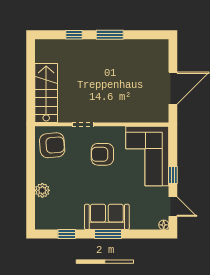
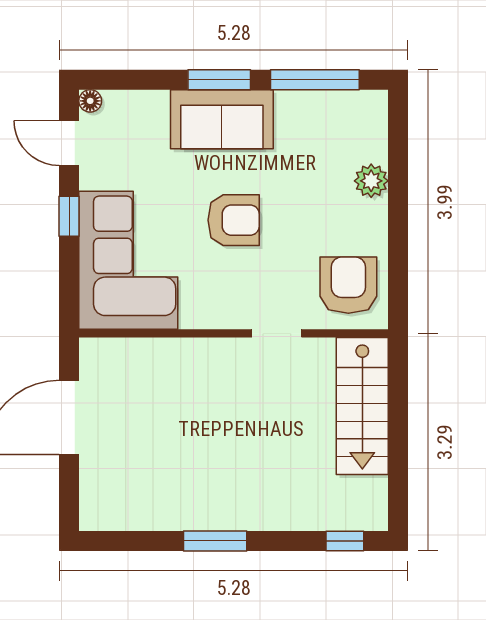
window: (74, 35) -> (345, 541), moved
armchair: (52, 145) -> (348, 285), turned 95
armchair: (102, 154) -> (234, 220), moved
window: (67, 234) -> (315, 80), width x2.17

